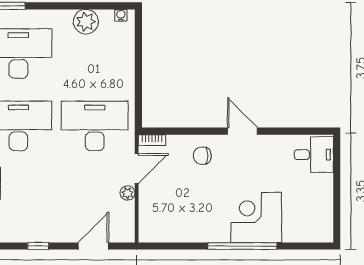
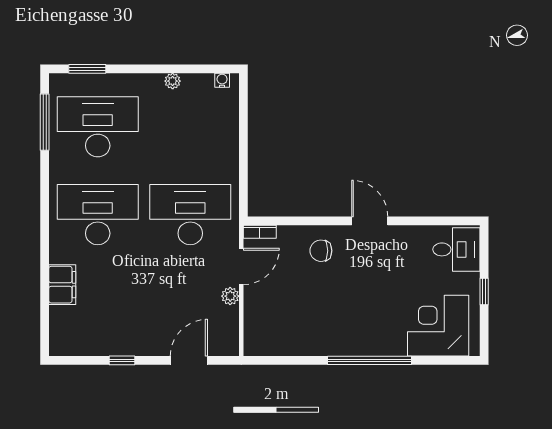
plant: (86, 22) -> (173, 81), width x0.53, depth x0.53
window: (337, 189) -> (484, 292), added
corner desk: (256, 217) -> (438, 326), moved

